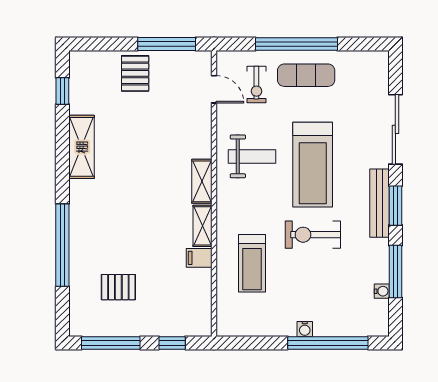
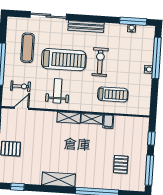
exercise mat: (306, 75) -> (27, 48), moved
shelving: (82, 147) -> (59, 180), moved
window: (395, 206) -> (88, 18), removed
exercise bike: (313, 235) -> (100, 62), turned 180
window: (395, 272) -> (133, 21), moved

